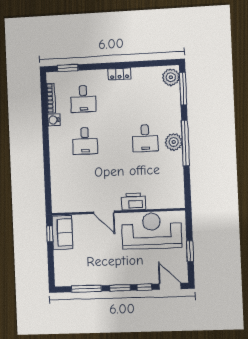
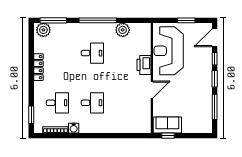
locker: (119, 74) -> (38, 67), width x1.53
plant: (174, 142) -> (123, 30), moved

